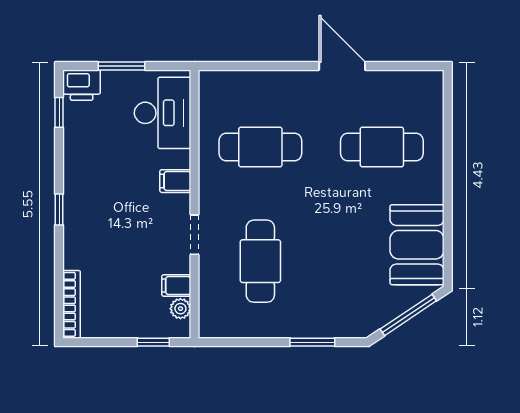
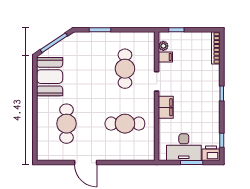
desk: (163, 113) -> (184, 147), moved, turned -90
cafe table: (382, 147) -> (67, 124), turned 90
filing cabinet: (175, 181) -> (166, 107), width x2.00

